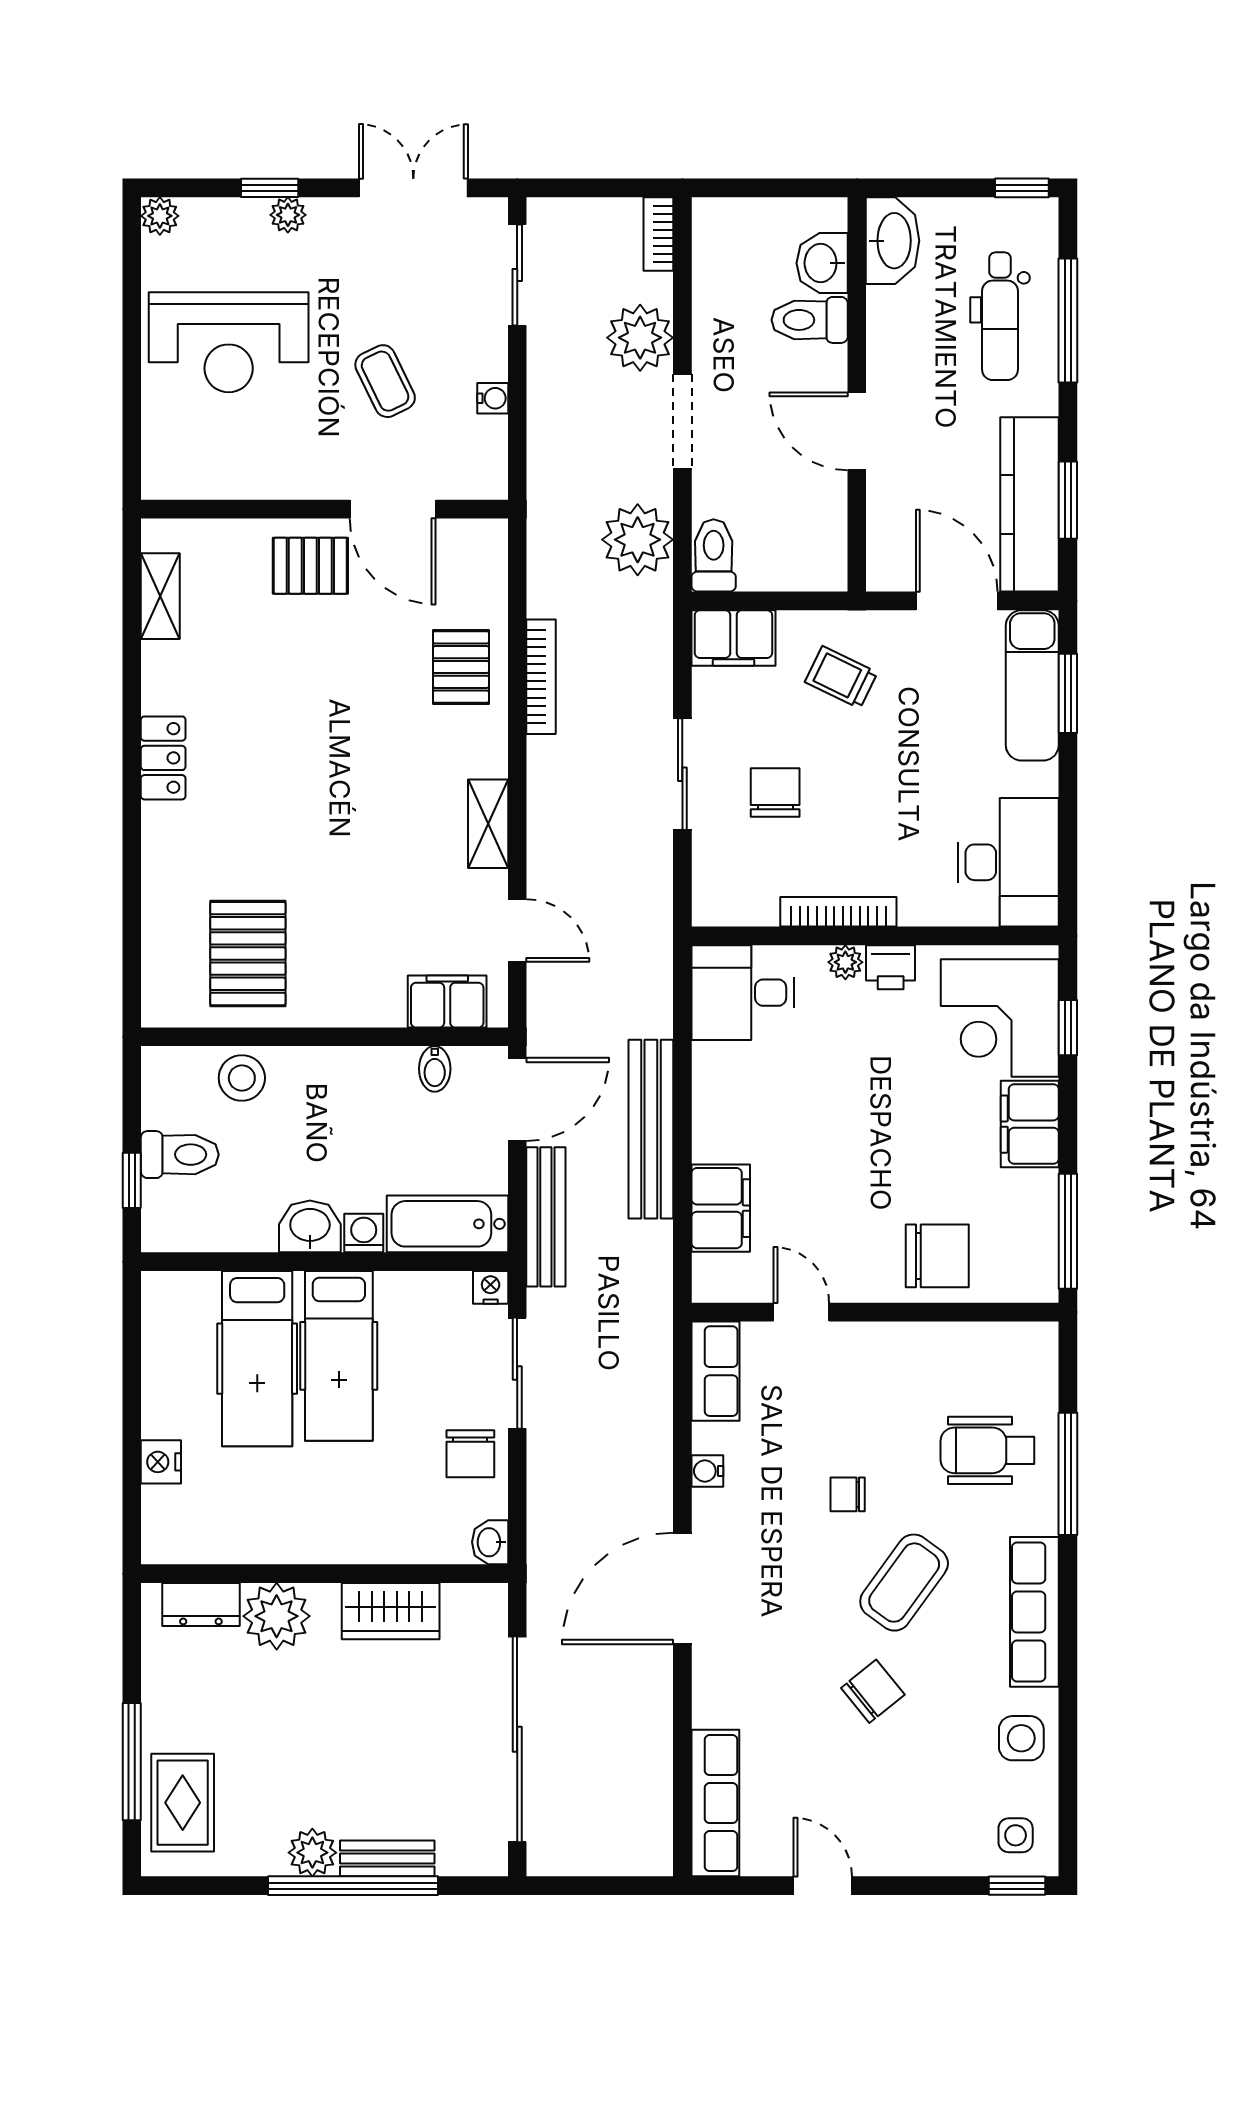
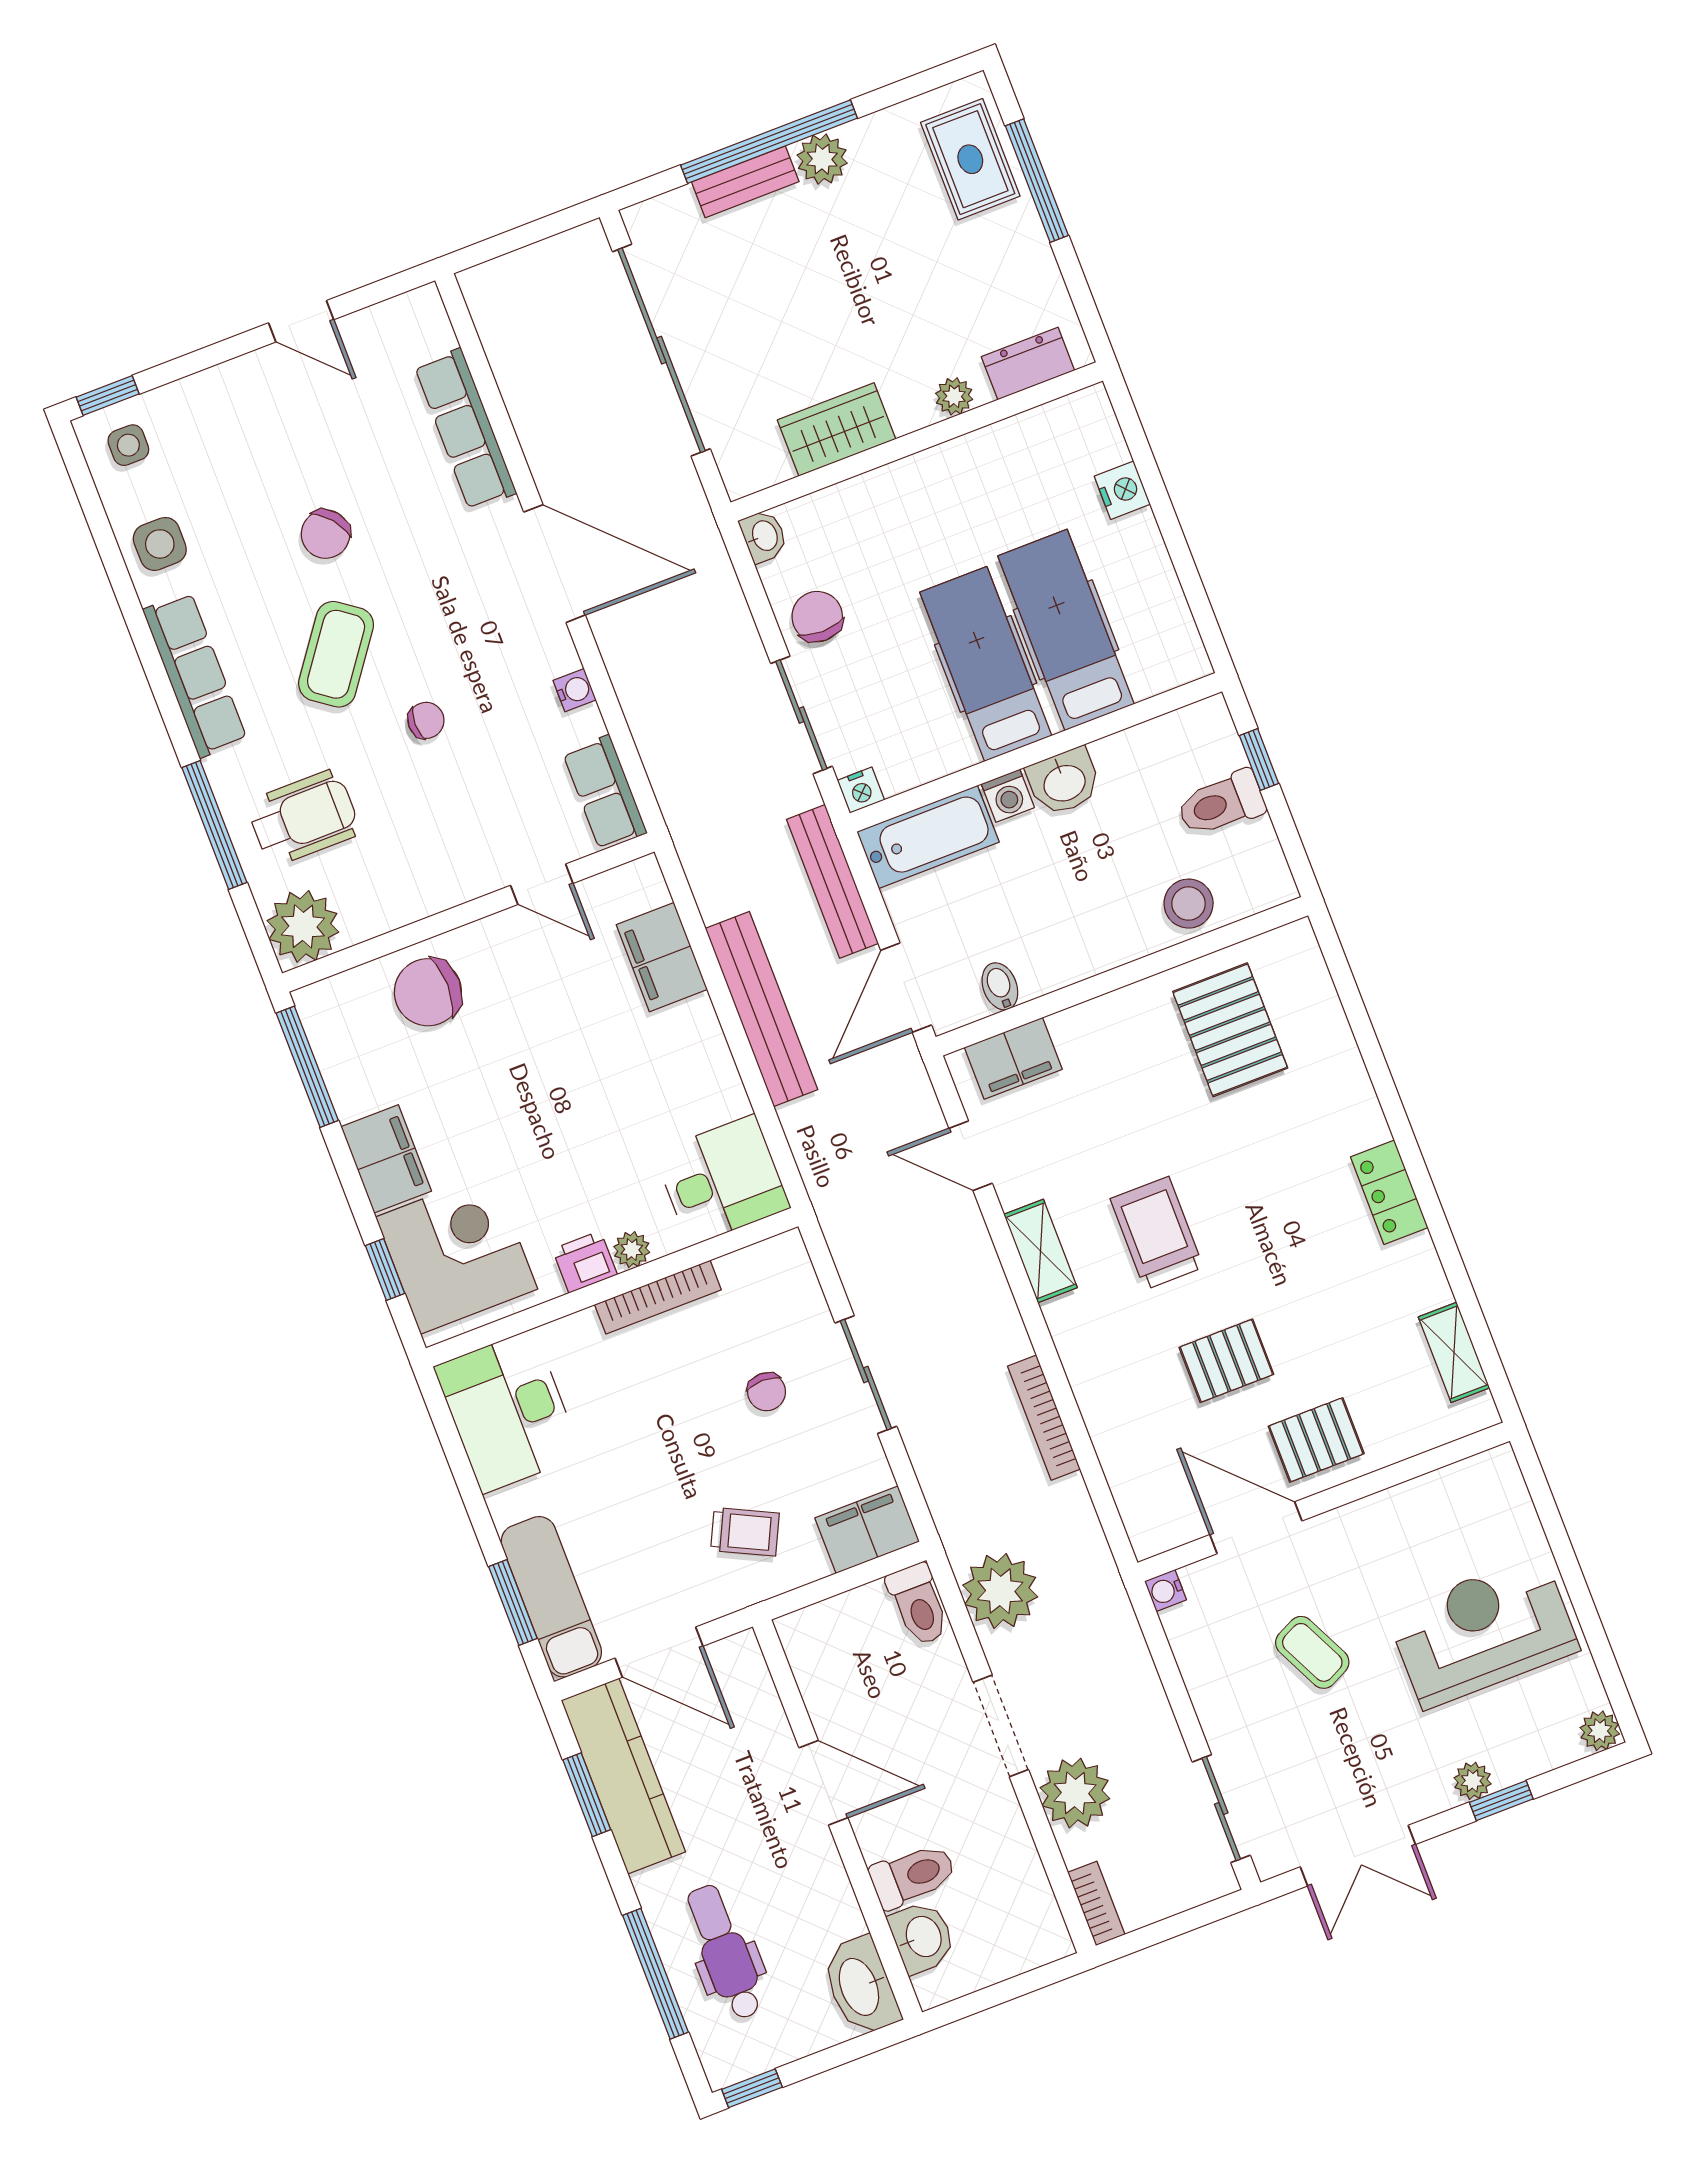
water cooler: (493, 398) -> (1165, 1590), moved
pallet: (461, 667) -> (1226, 1361), moved, turned 90
chair: (775, 793) -> (766, 1392), width x0.73, depth x0.73
trolley: (380, 800) -> (1157, 1233), added
plant: (1024, 1355) -> (303, 926), added
door: (682, 1588) -> (555, 564), hinge flipped
plant: (277, 1616) -> (954, 396), width x0.53, depth x0.53
row of seats: (715, 1803) -> (465, 429), moved

